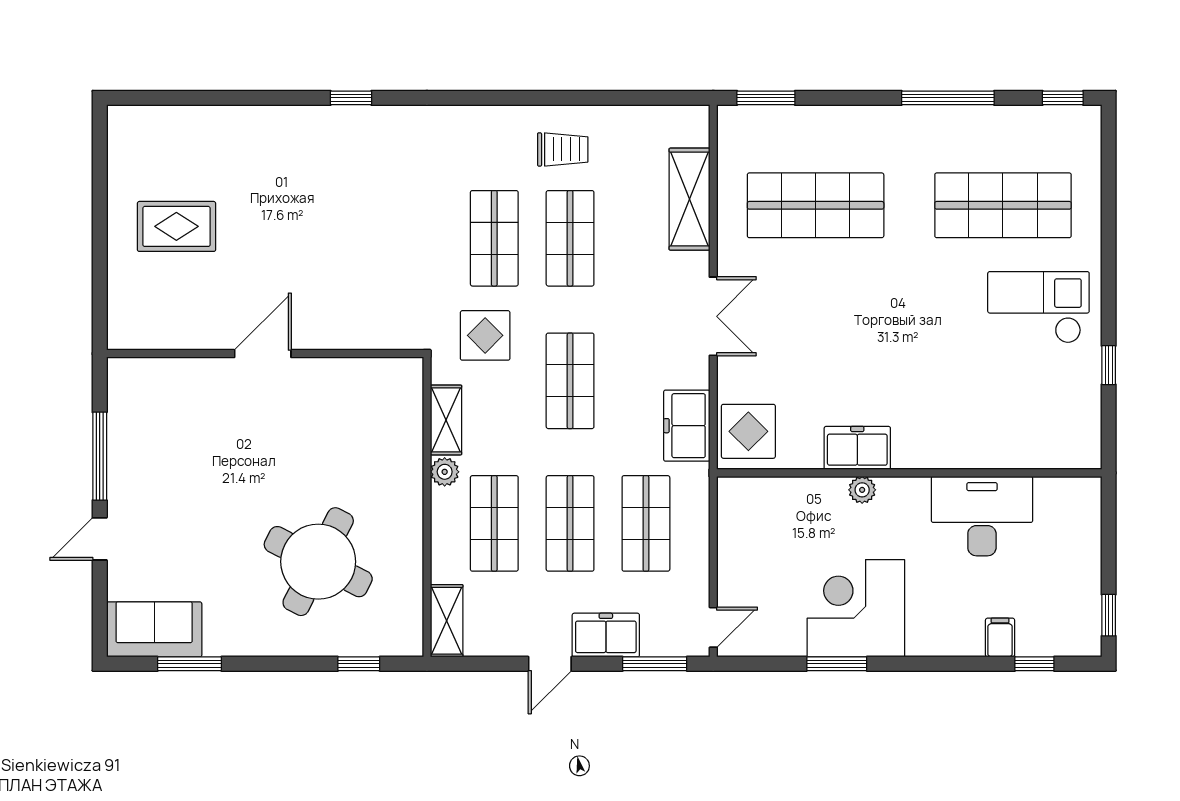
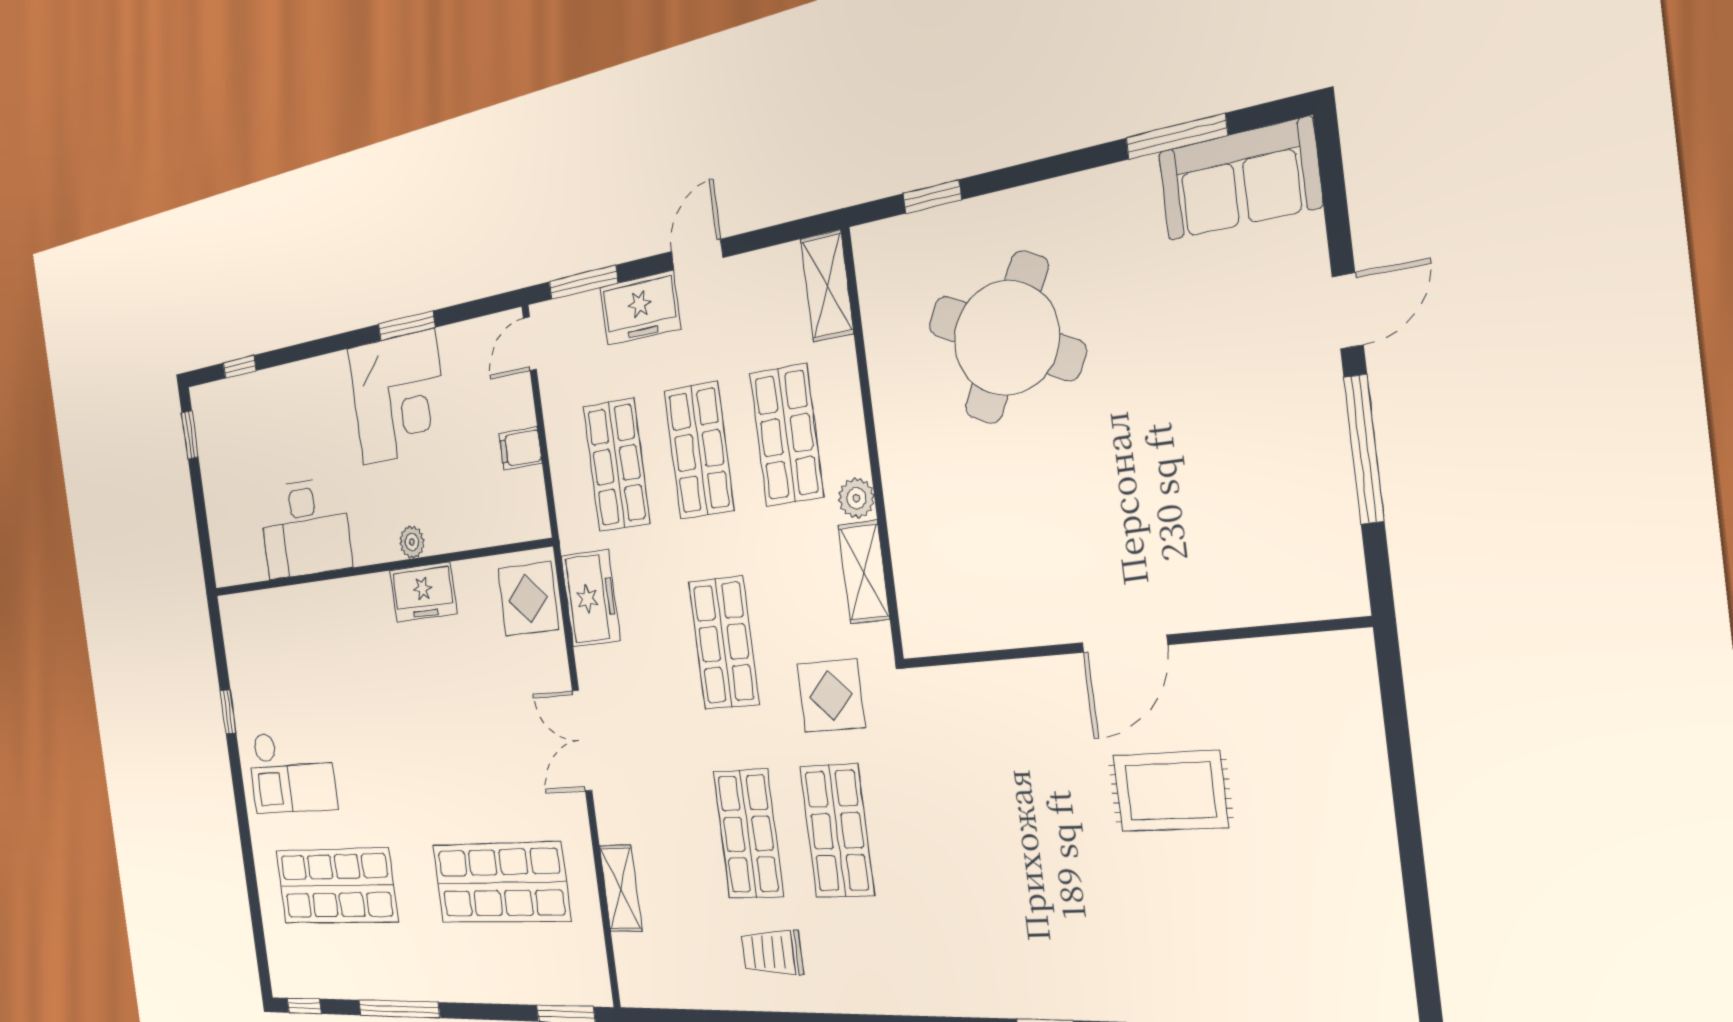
shelving: (689, 199) -> (621, 888), width x0.67, depth x0.75
rug: (176, 226) -> (1170, 791), moved
filing cabinet: (1000, 638) -> (520, 448), moved, turned 90

